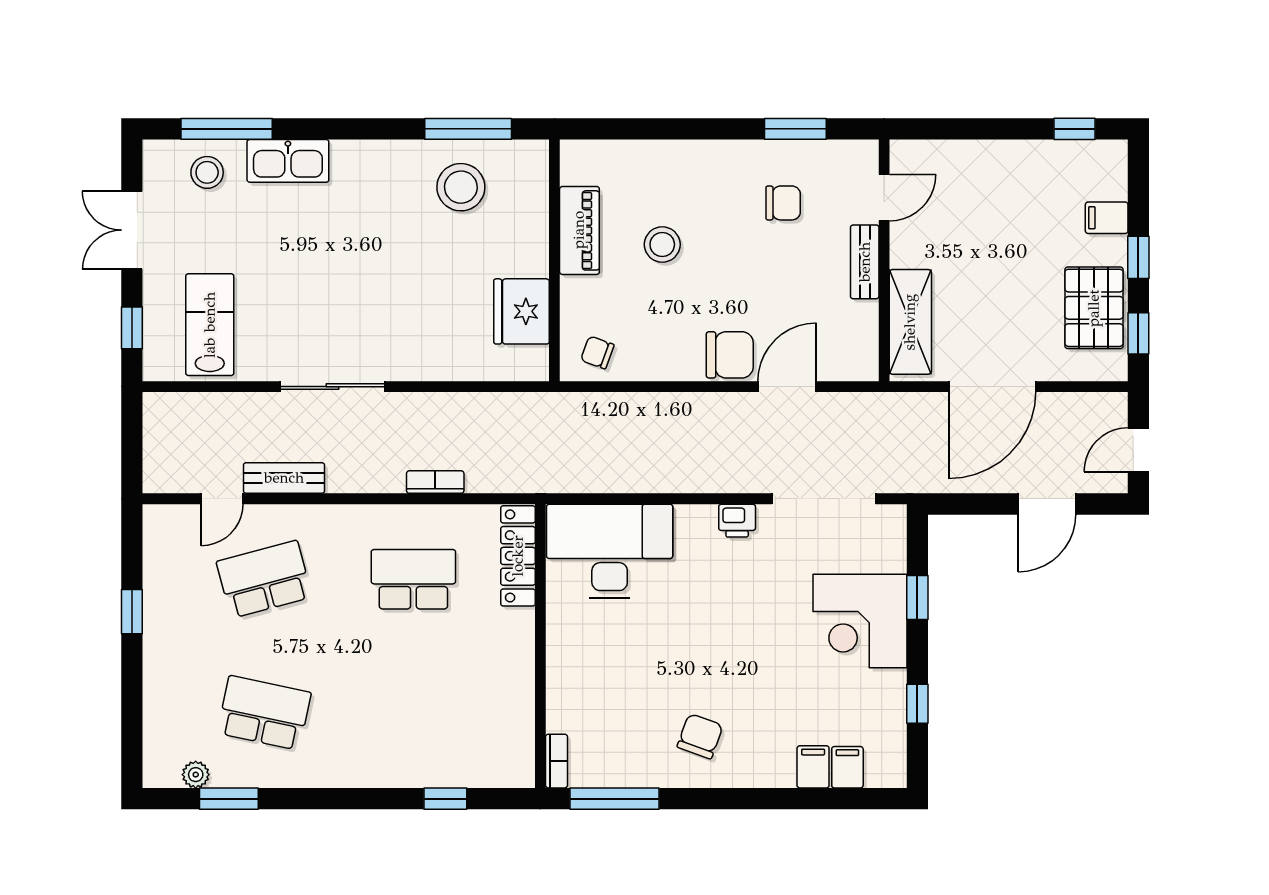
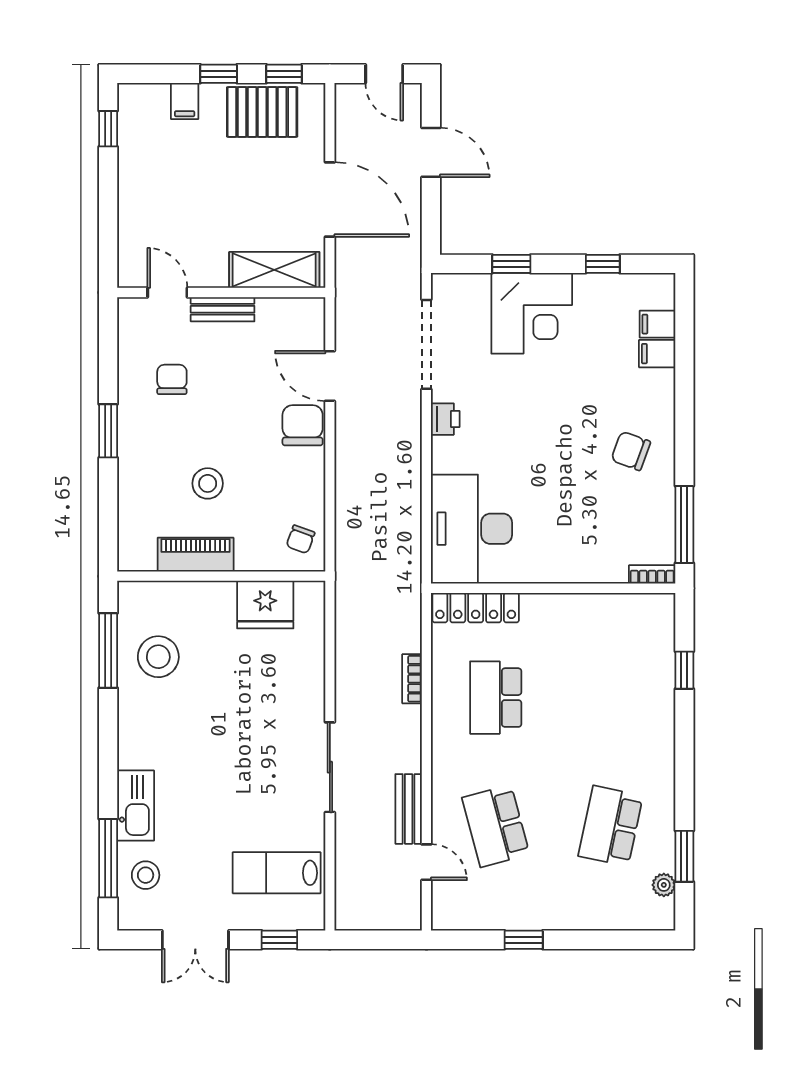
window: (795, 129) -> (108, 431), moved

